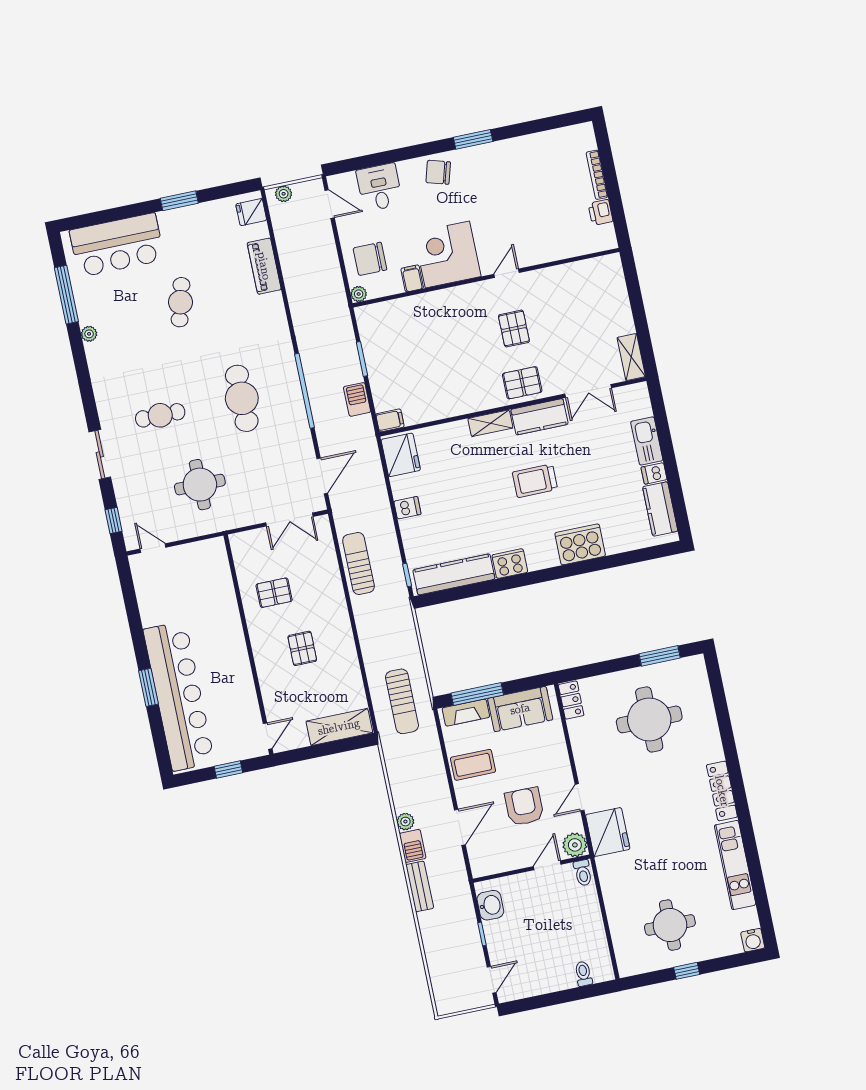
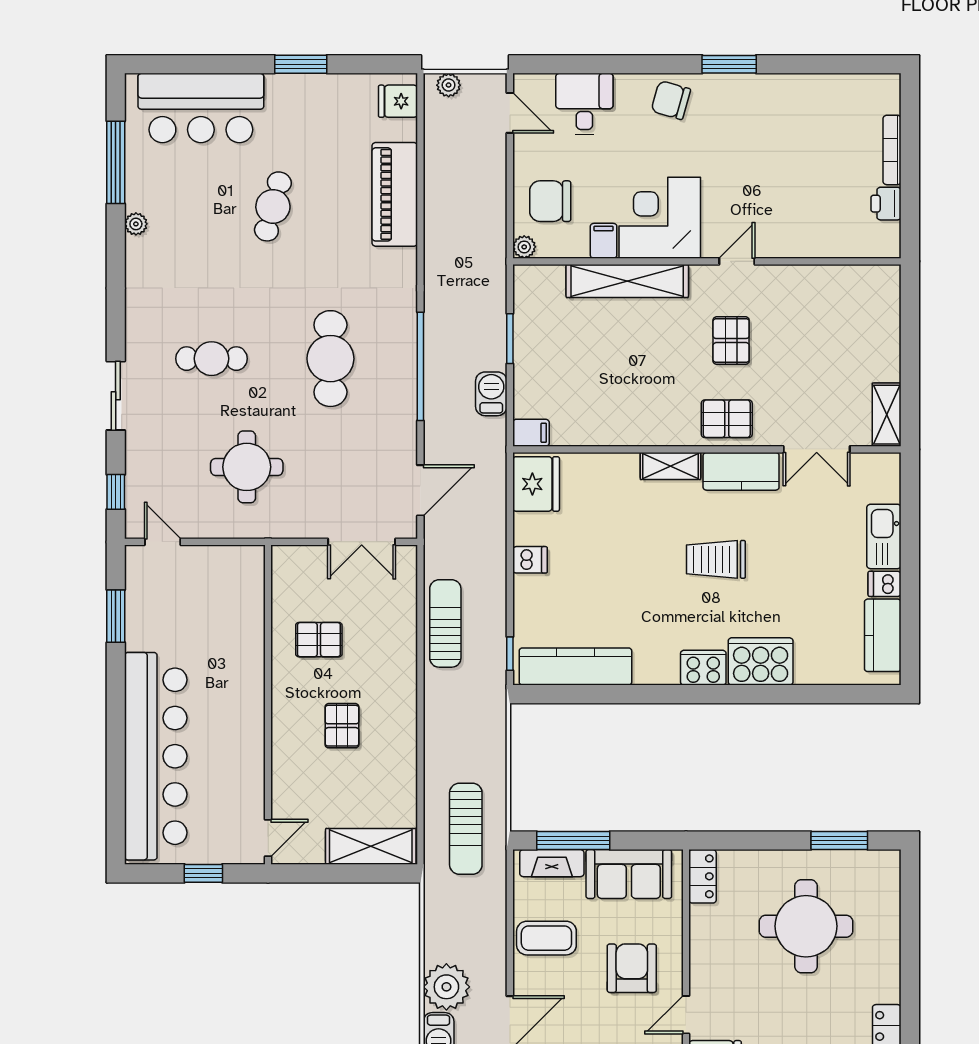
piano: (264, 266) -> (395, 194), width x1.37, depth x1.33
shelving: (434, 303) -> (627, 281), added
cooker: (510, 564) -> (703, 668), moved
window: (148, 687) -> (116, 616), moved
armchair: (524, 806) -> (632, 968), moved
plant: (405, 822) -> (446, 987), width x1.88, depth x1.88

